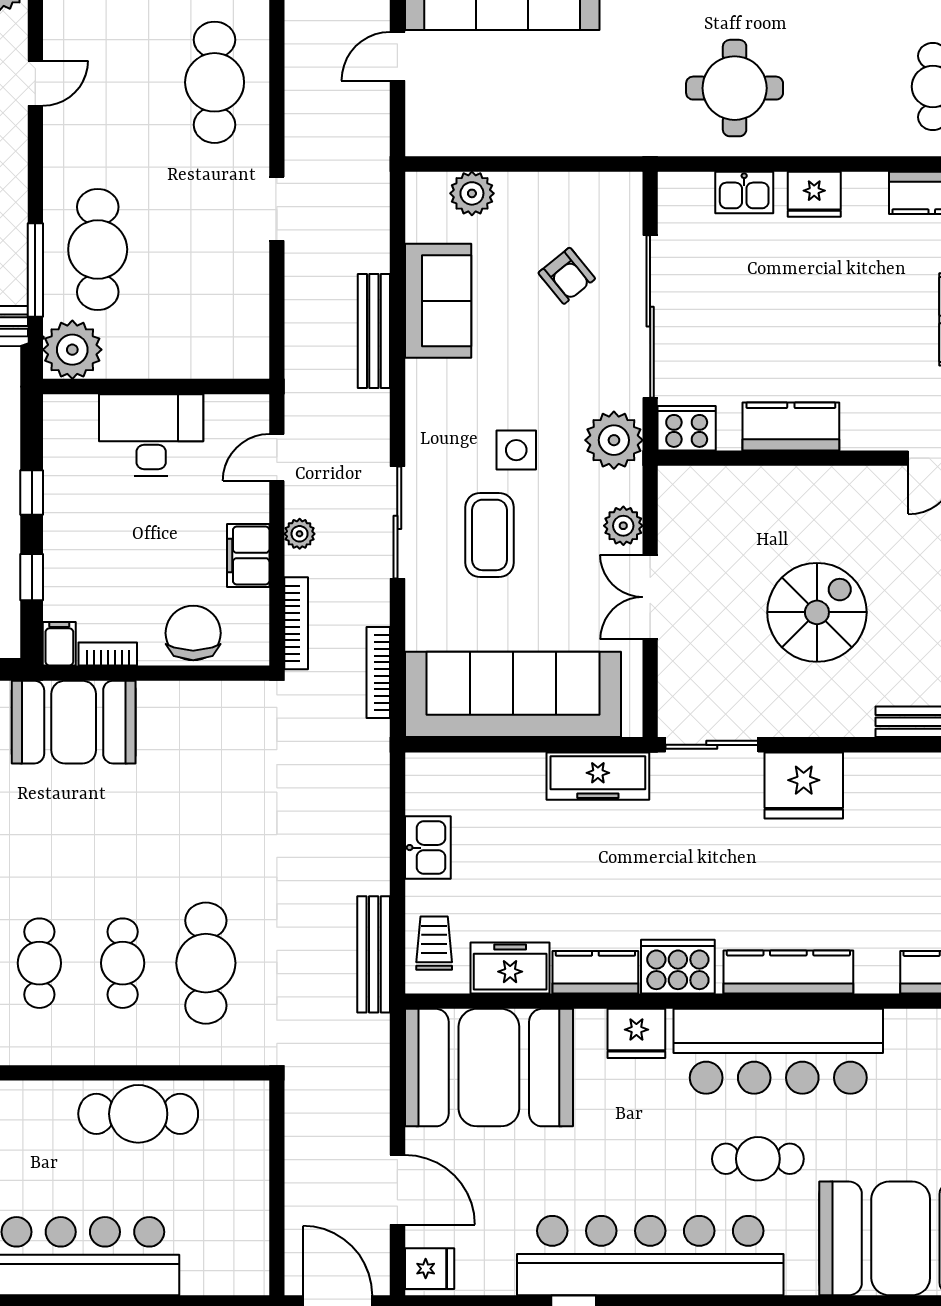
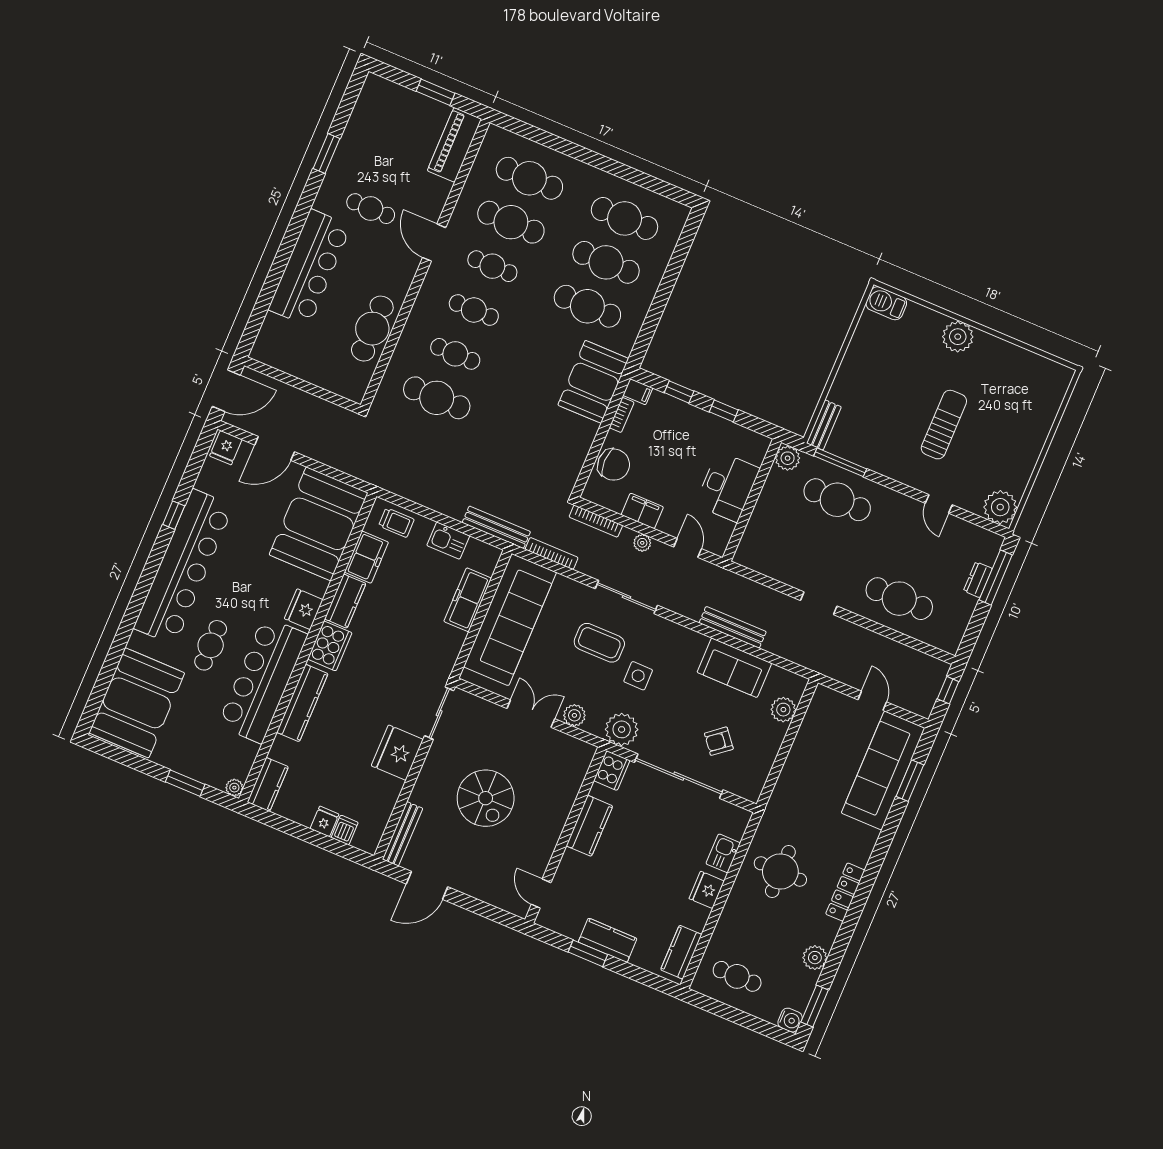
plant: (72, 350) -> (788, 458), width x0.73, depth x0.73
freezer: (598, 776) -> (468, 600), moved
bench: (374, 954) -> (496, 527), moved

